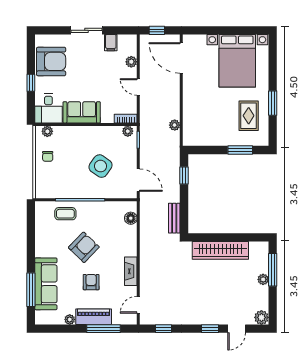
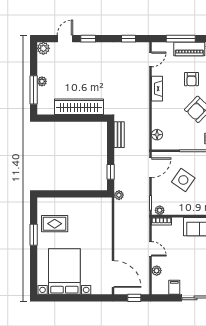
rug: (249, 116) -> (55, 224), turned 90
plant: (175, 125) -> (119, 195), moved
window: (240, 150) -> (62, 194), removed
door: (138, 180) -> (150, 168), swing flipped

